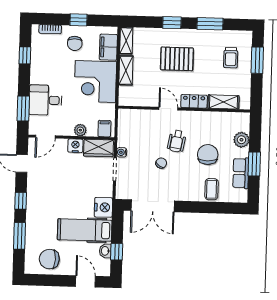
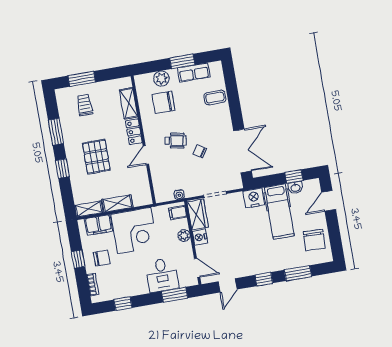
trolley: (231, 58) -> (85, 105), turned -90
water cooler: (122, 152) -> (179, 195), moved
chair: (208, 155) -> (163, 102), moved

